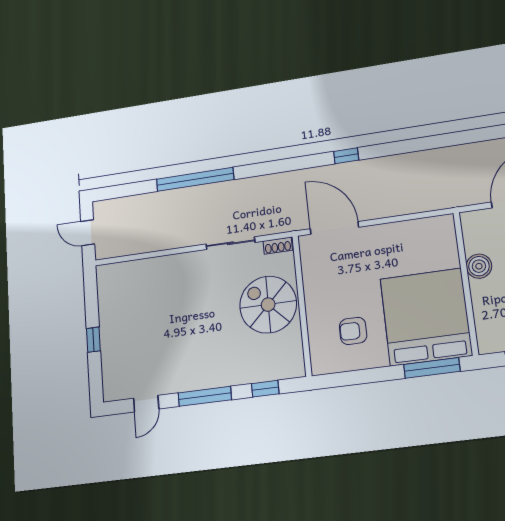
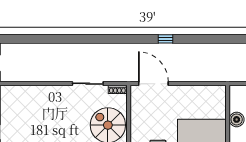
window: (195, 179) -> (68, 39), removed

